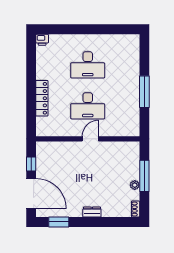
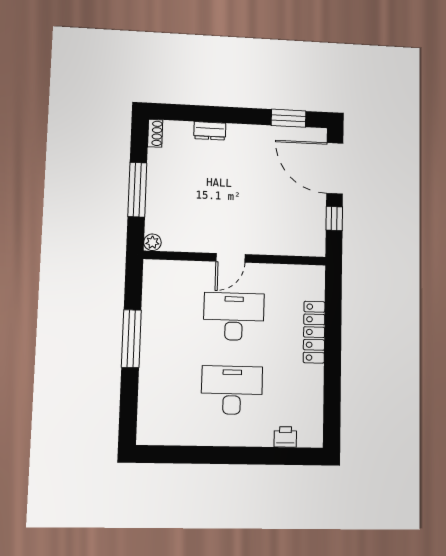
printer: (42, 40) -> (285, 437), moved
plant: (135, 185) -> (152, 242), moved
dresser: (92, 212) -> (210, 131), moved

